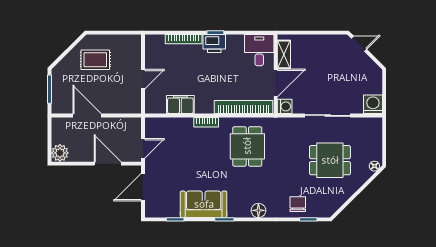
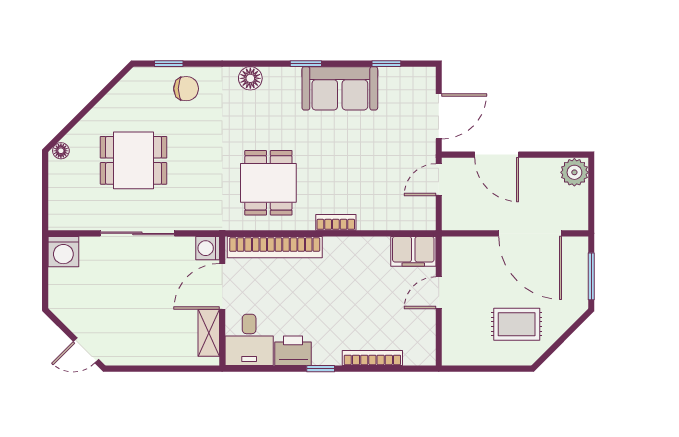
printer: (214, 44) -> (293, 351), moved
filing cabinet: (180, 104) -> (413, 251), moved
door: (87, 115) -> (530, 233), width x1.36
chair: (298, 204) -> (186, 89), turned -90

